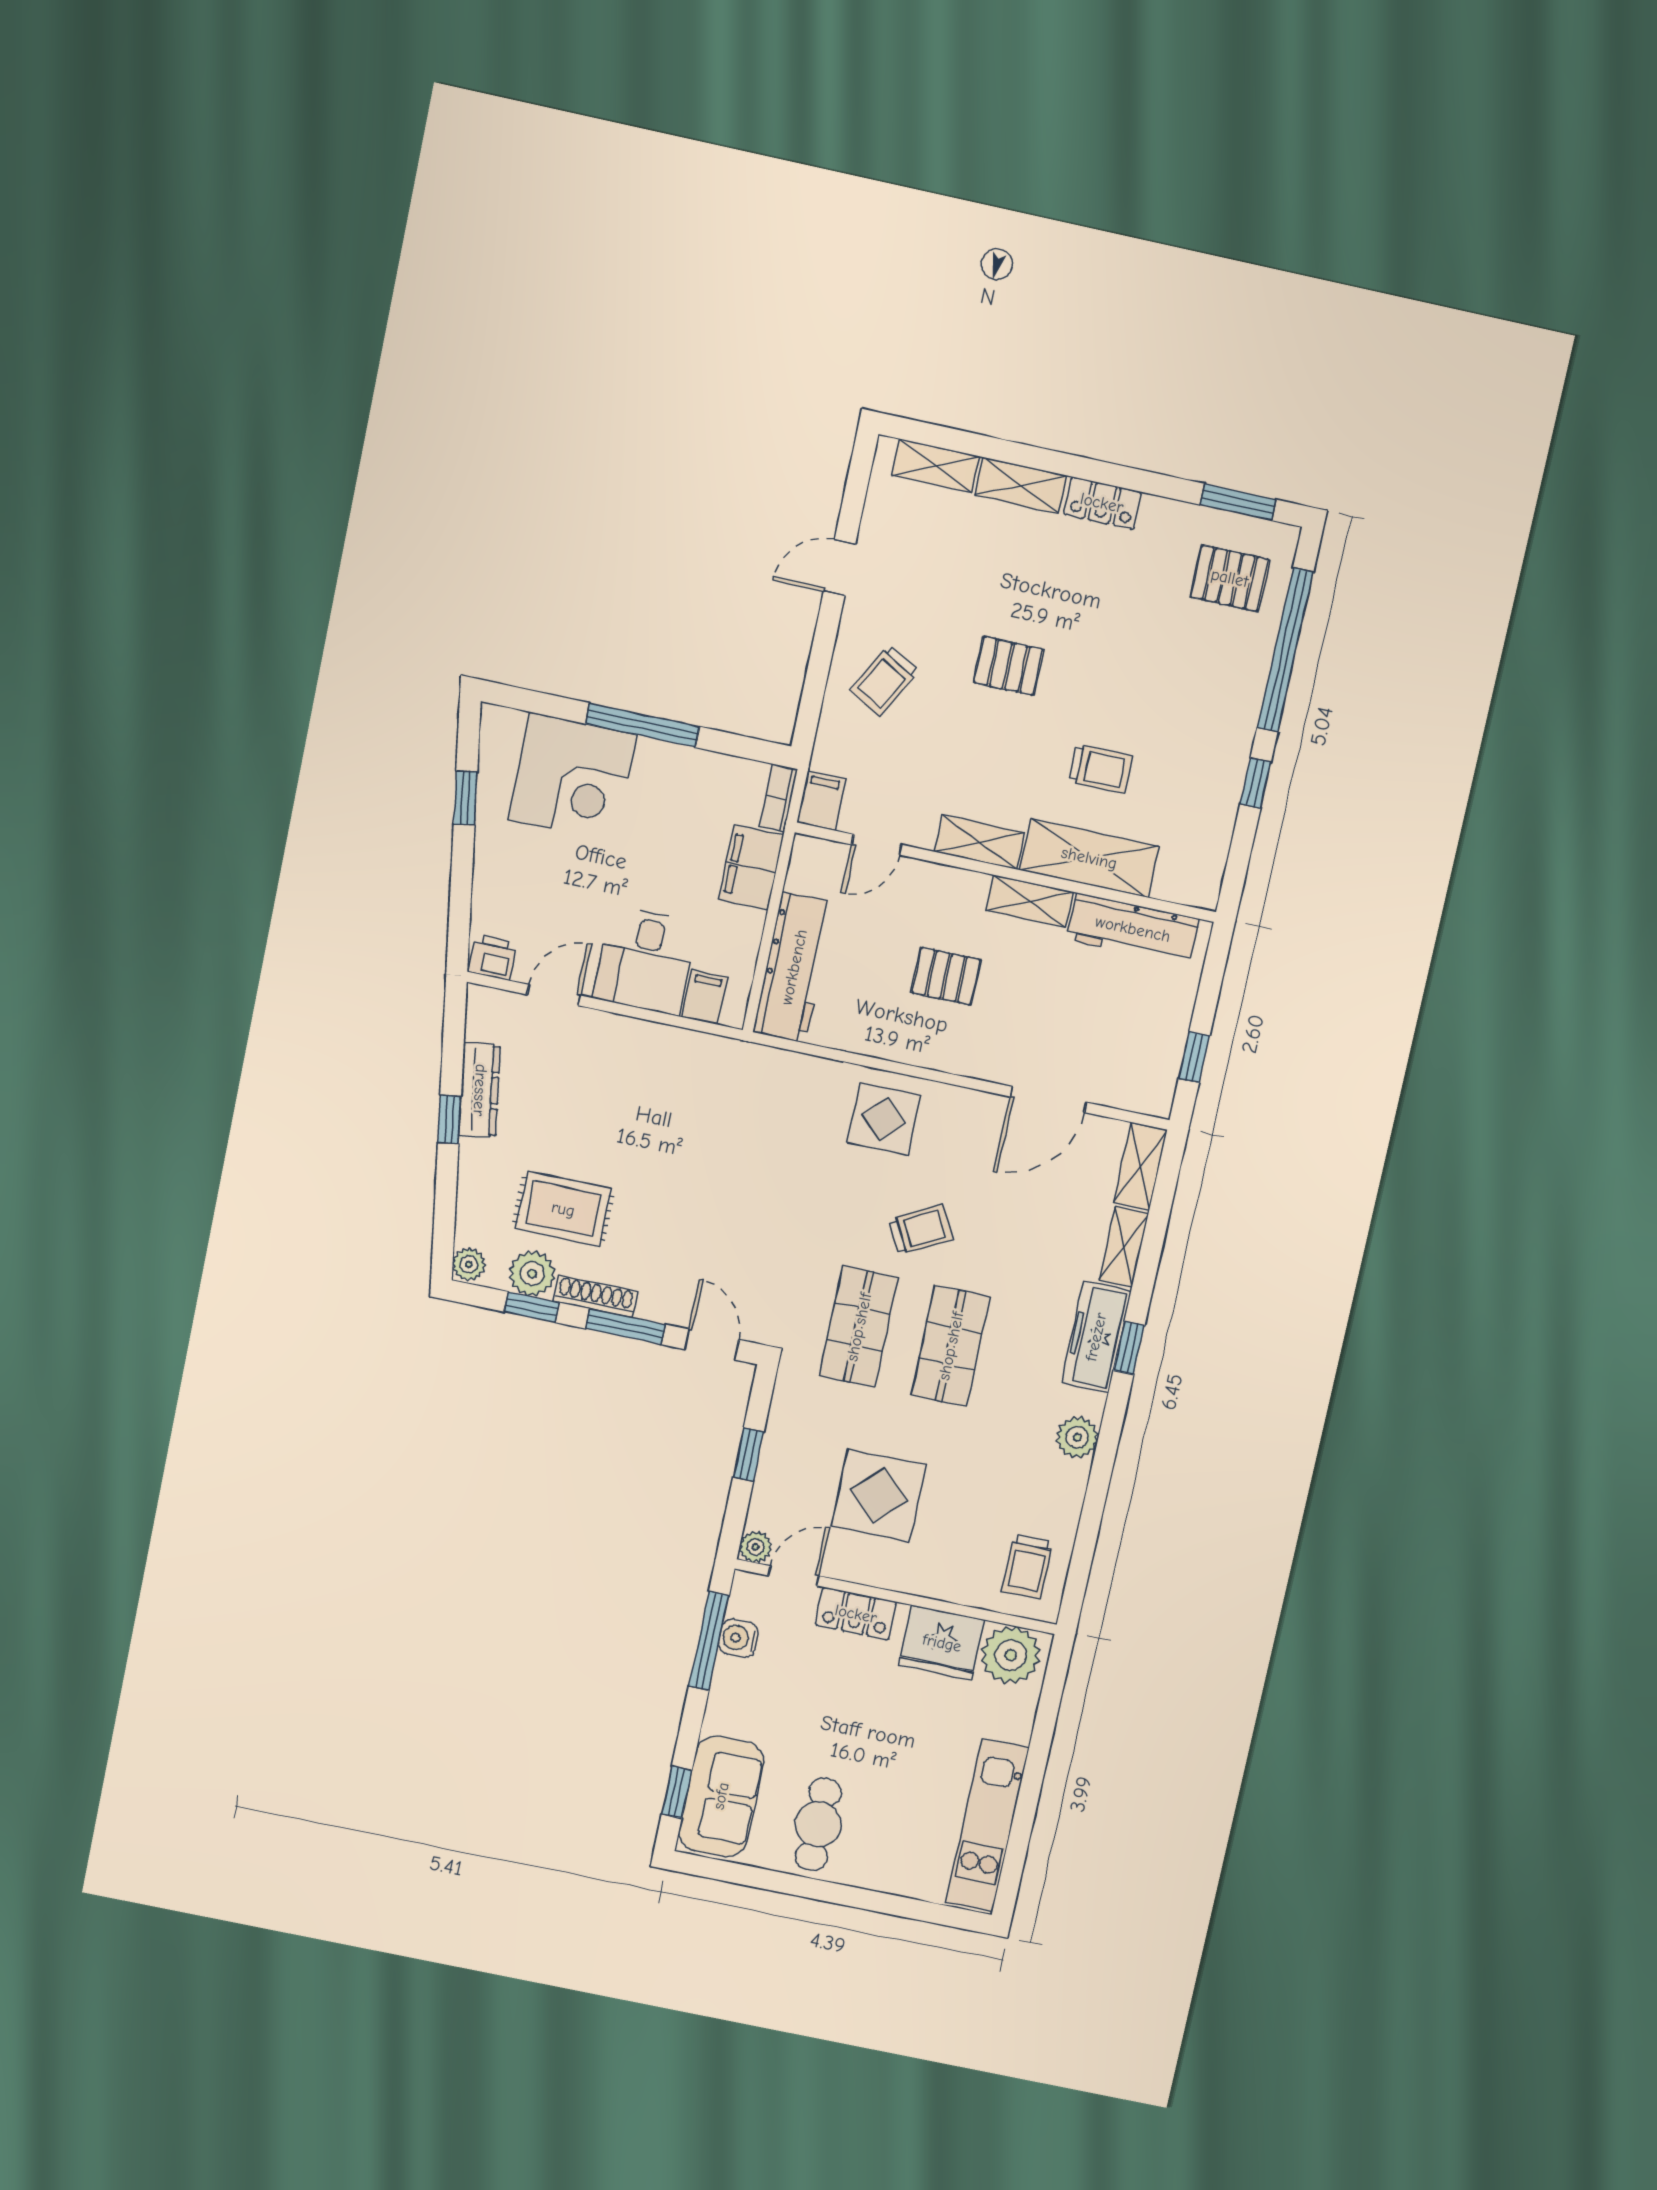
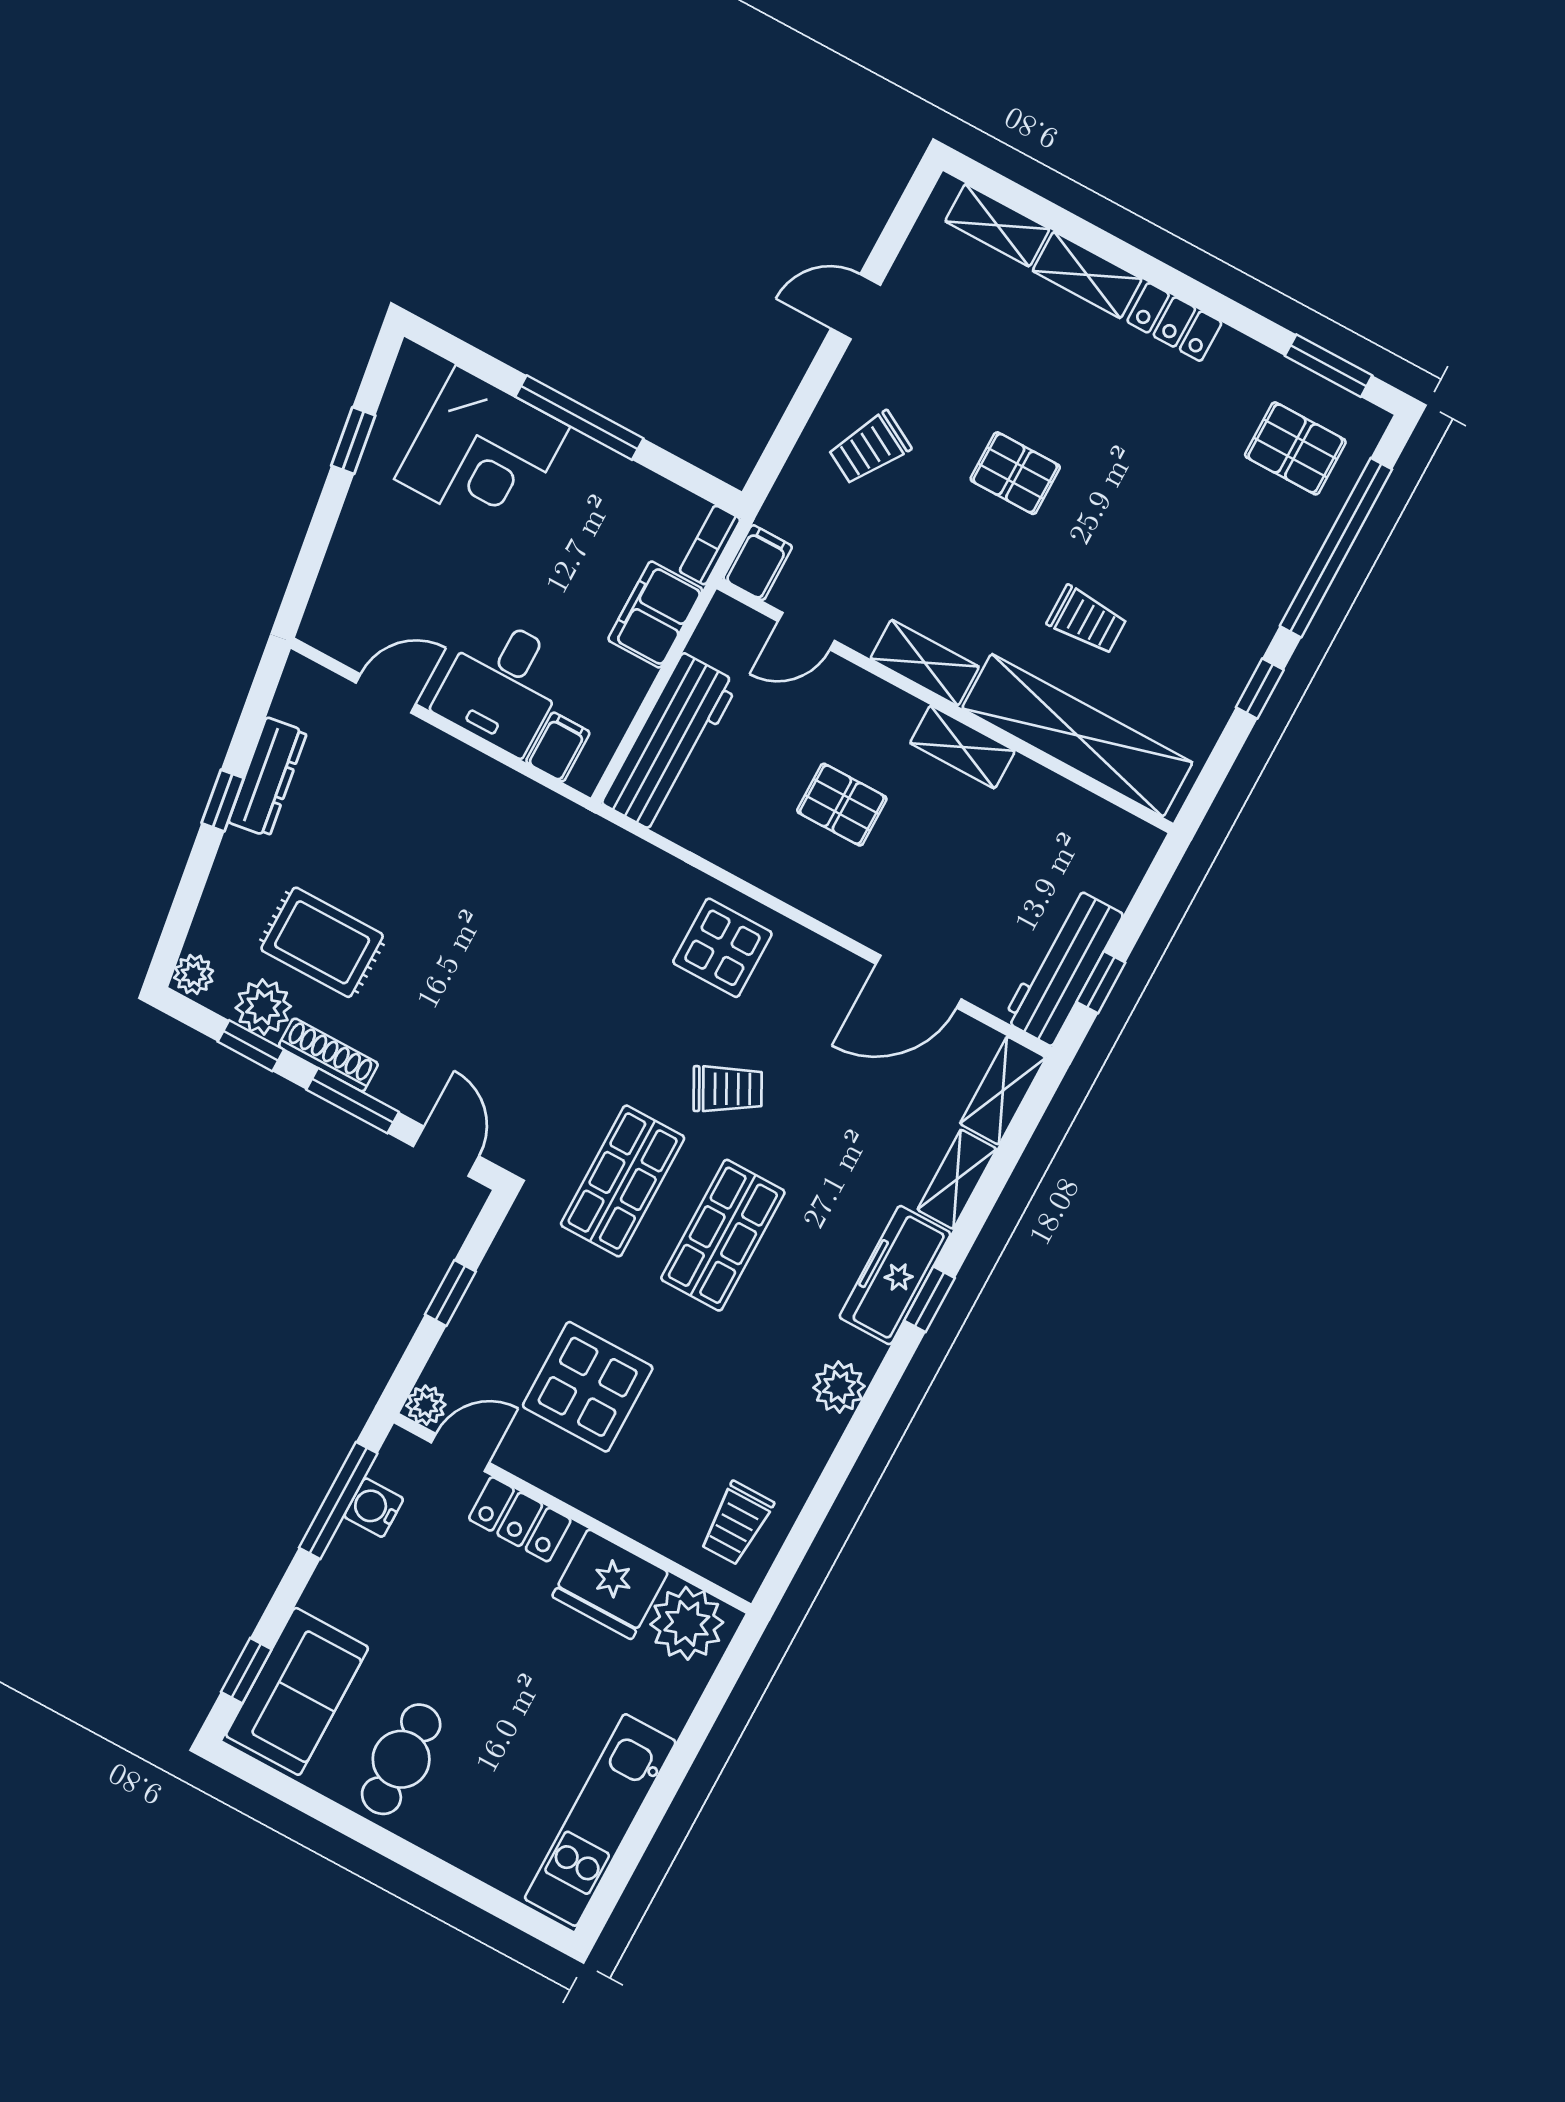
shelving: (1089, 858) -> (1077, 735), width x1.47
workbench: (1133, 929) -> (1063, 967), moved, turned 90
printer: (492, 957) -> (329, 630), removed

